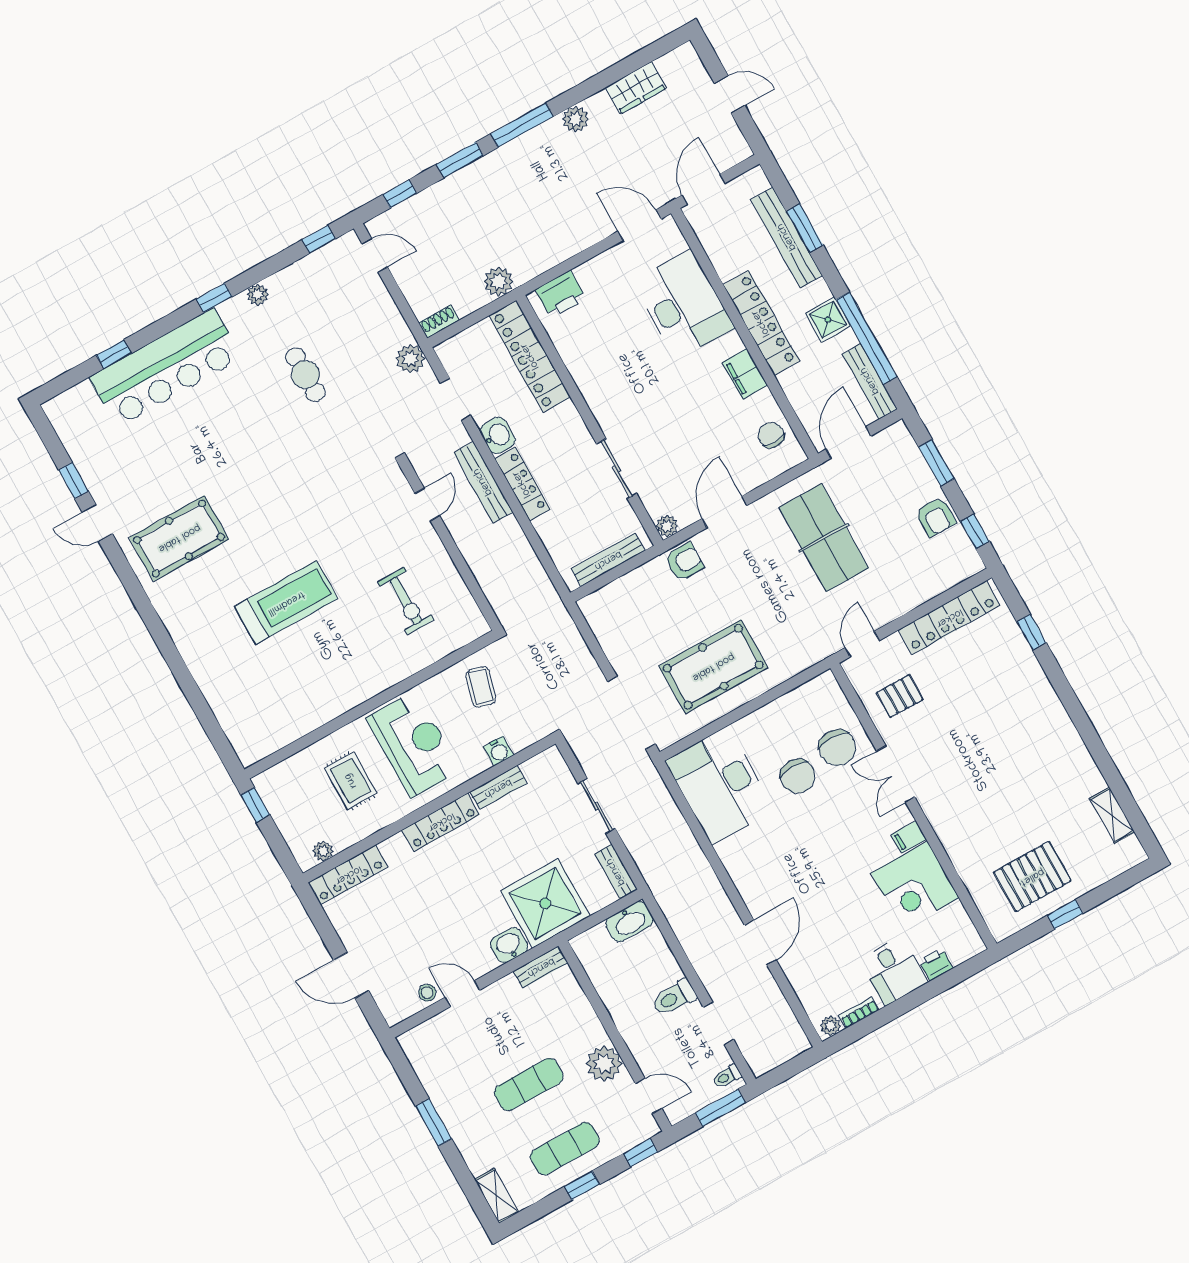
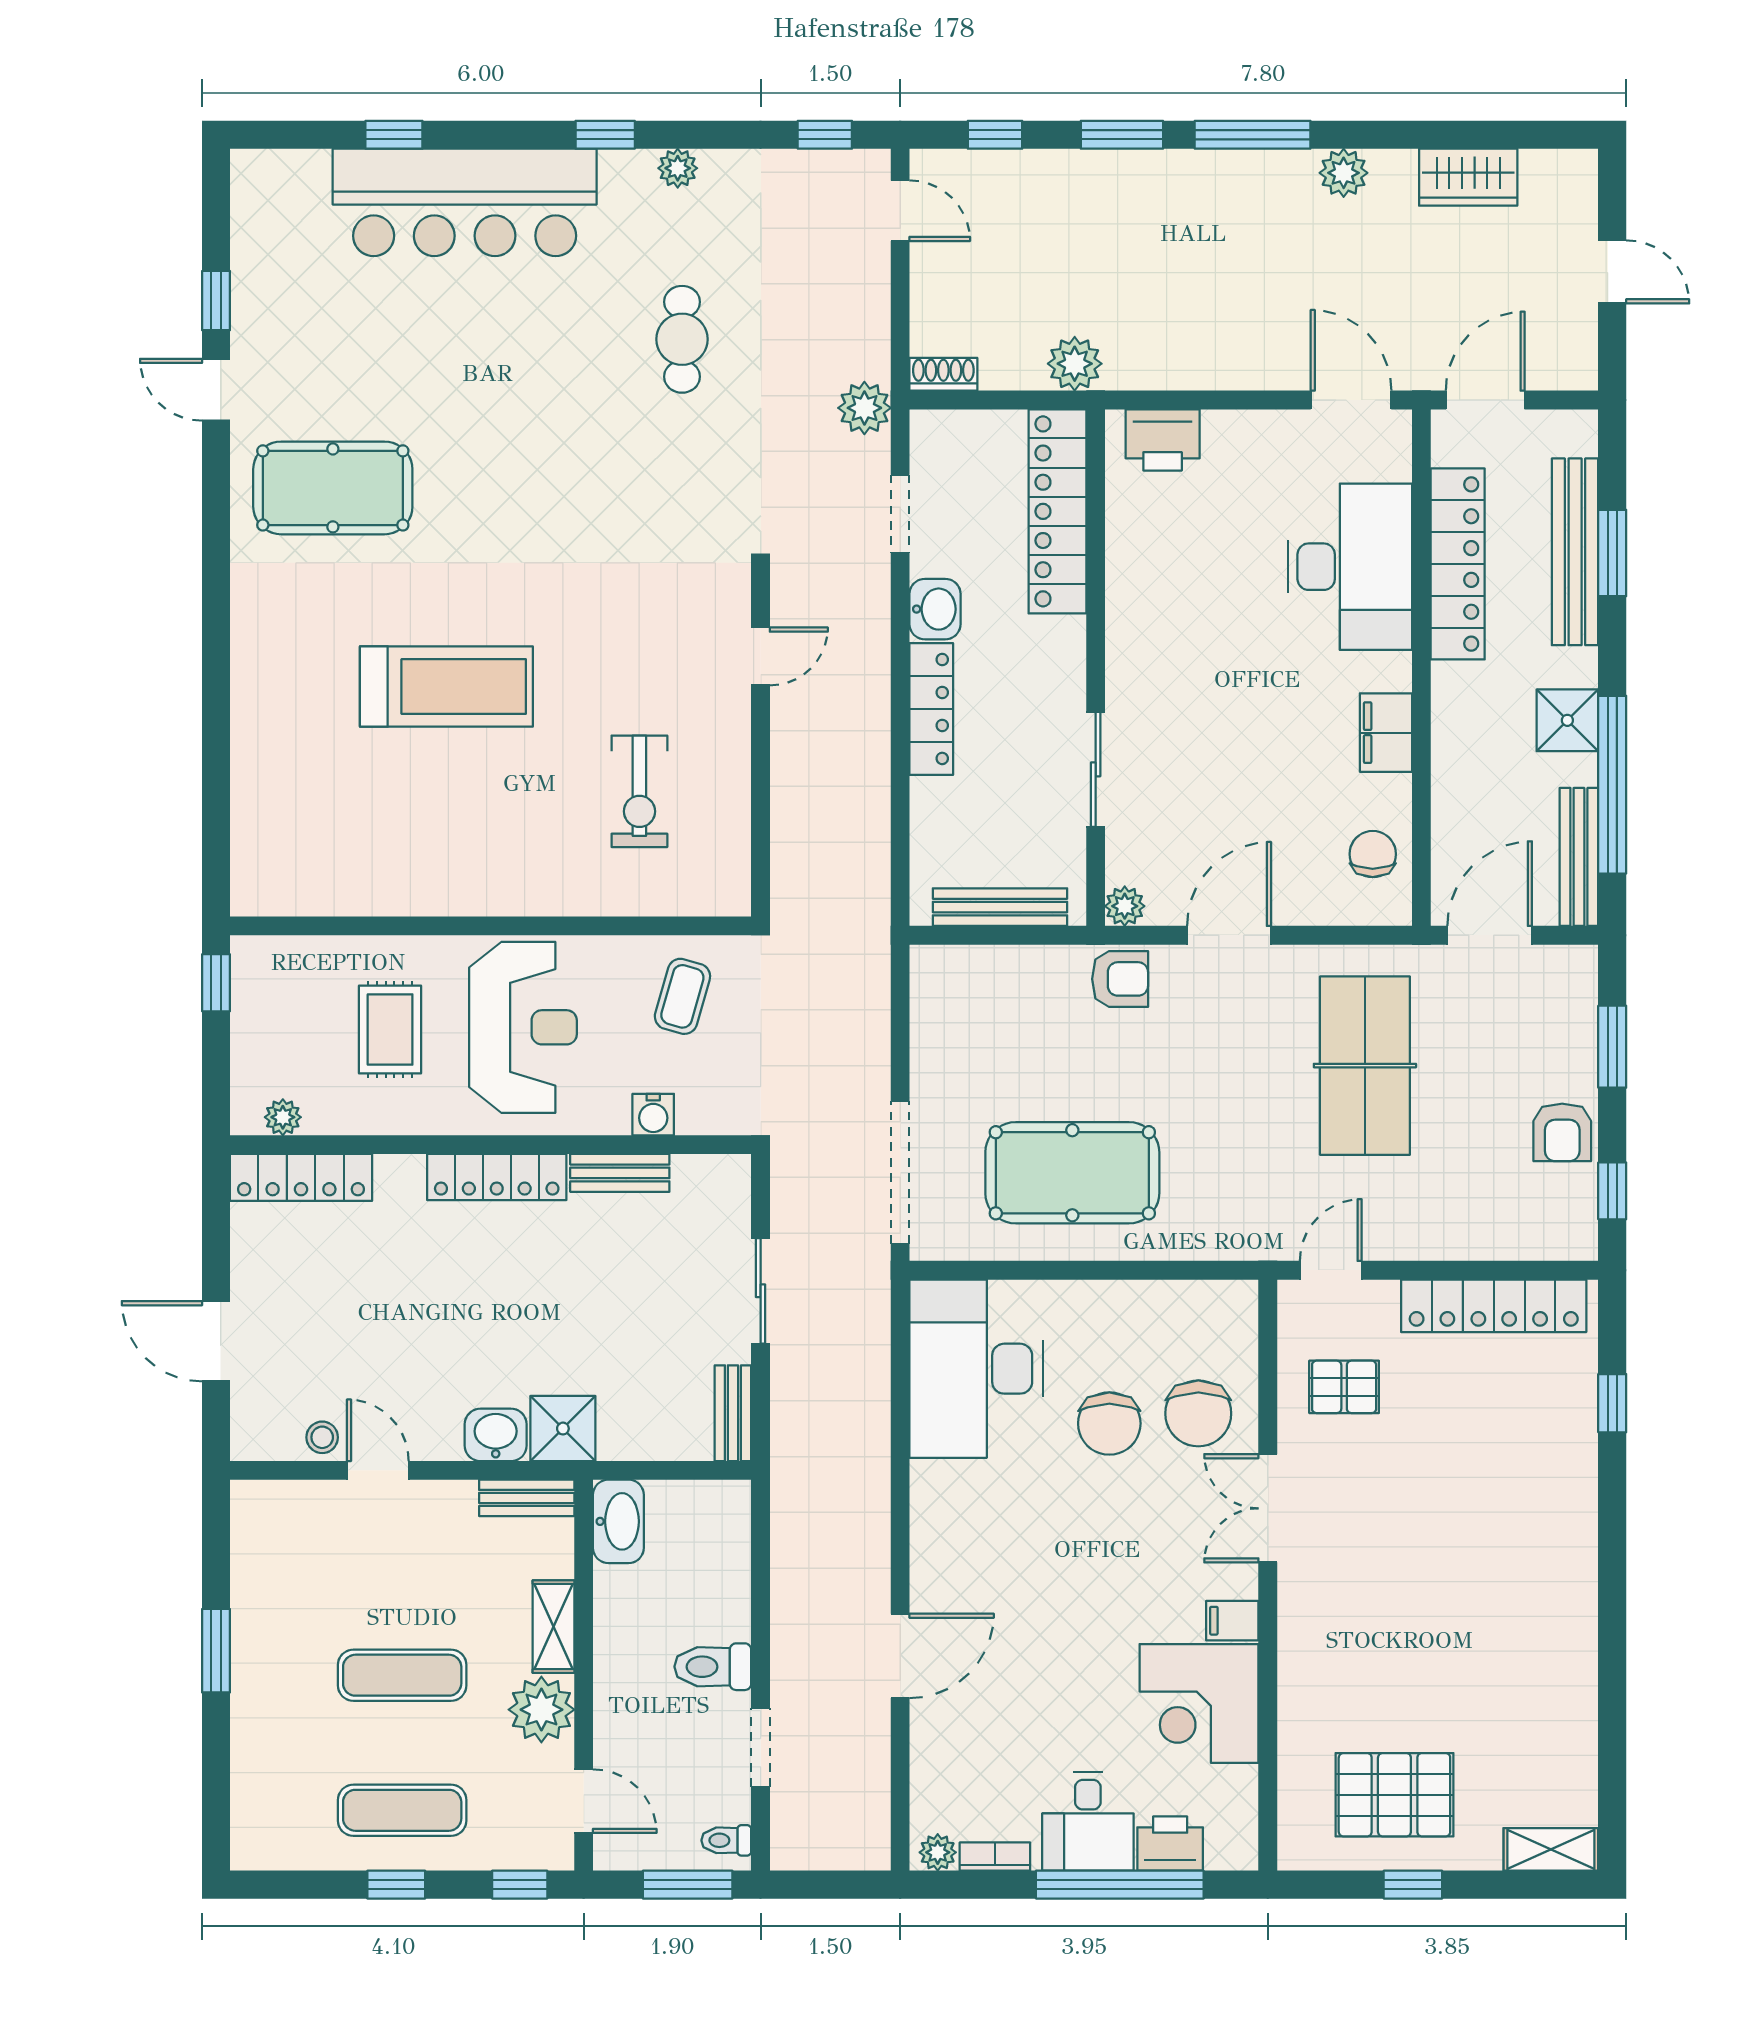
locker: (761, 323) -> (1458, 564), moved
bench: (483, 482) -> (870, 671), removed
shelving: (1112, 815) -> (1551, 1849), moved, turned 90
shower: (545, 903) -> (563, 1429), width x0.54, depth x0.54
washbasin: (629, 922) -> (618, 1521), moved, turned -90
printer: (936, 964) -> (1170, 1844), width x1.36, depth x1.24
window: (926, 993) -> (1120, 1885), added
shelving: (497, 1196) -> (554, 1627), moved

